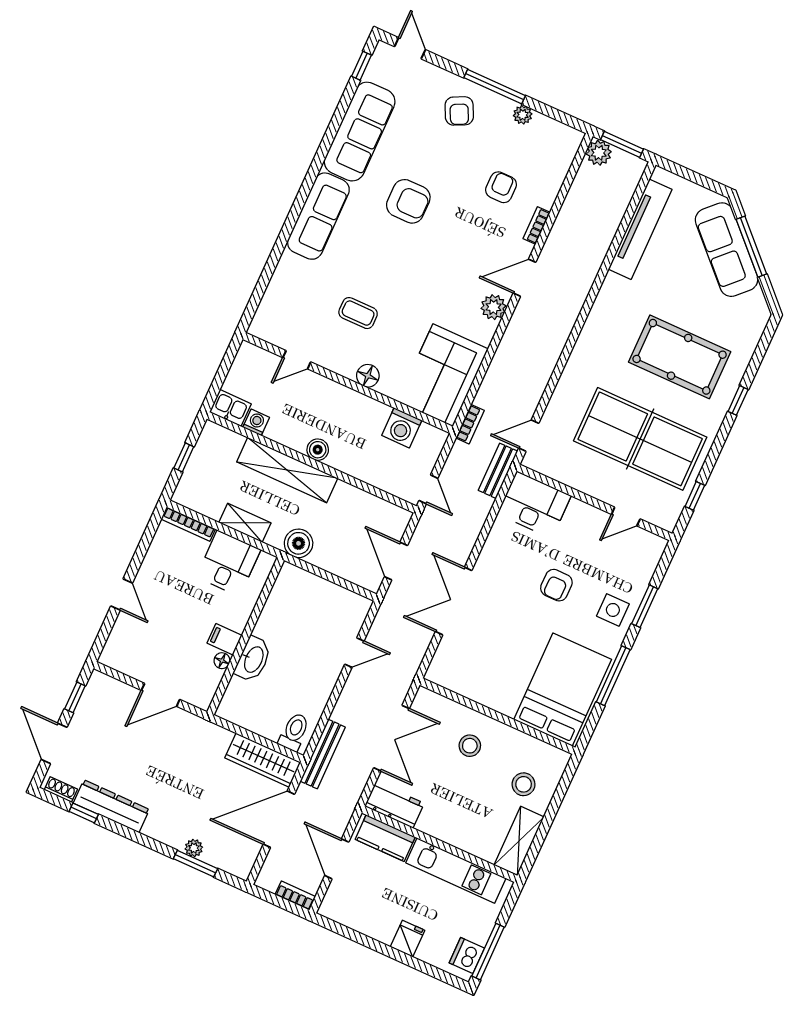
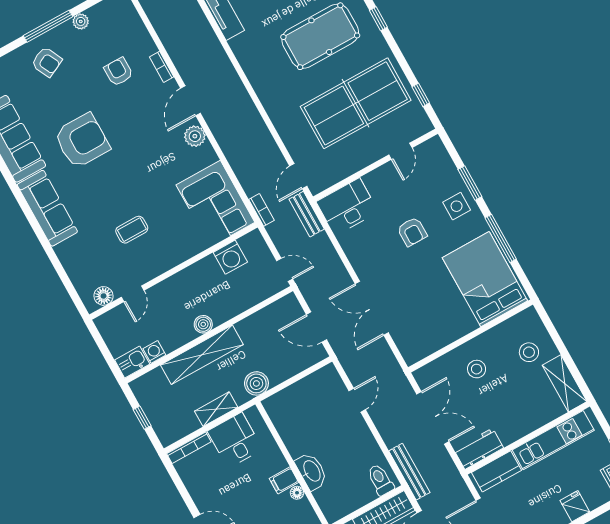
armchair: (408, 201) -> (82, 141), width x1.36, depth x1.36
floor lamp: (368, 376) -> (104, 296), moved

